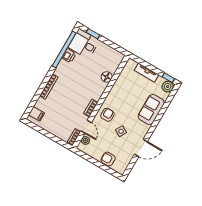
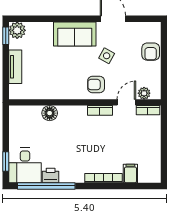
sofa: (151, 109) -> (75, 34), moved
filing cabinet: (36, 114) -> (130, 174), moved

